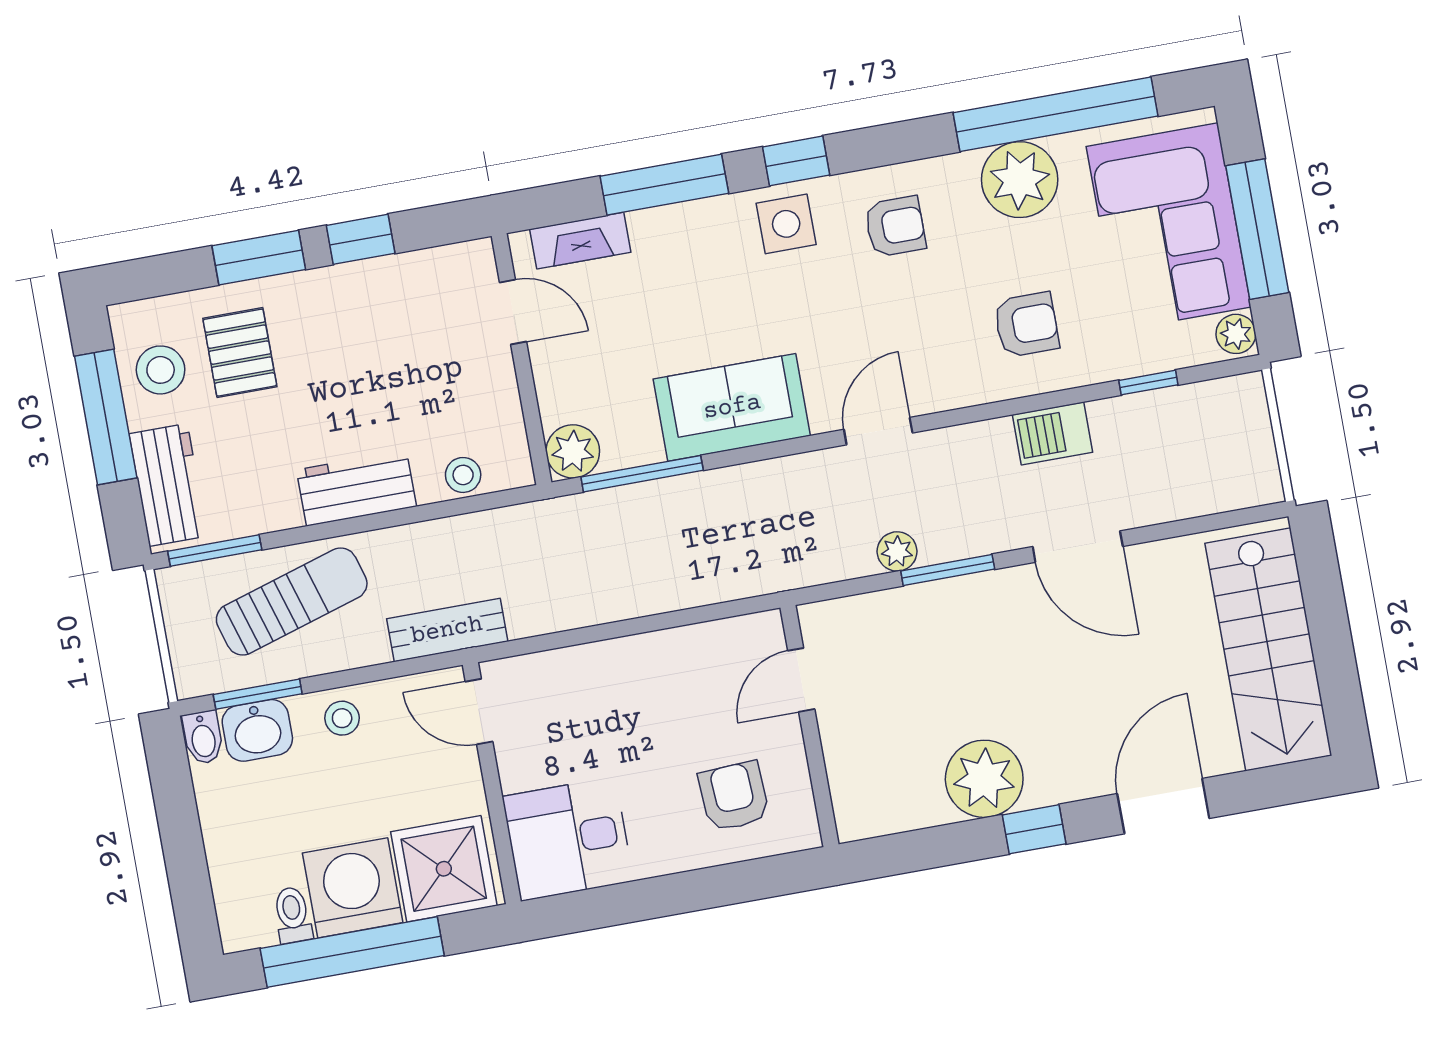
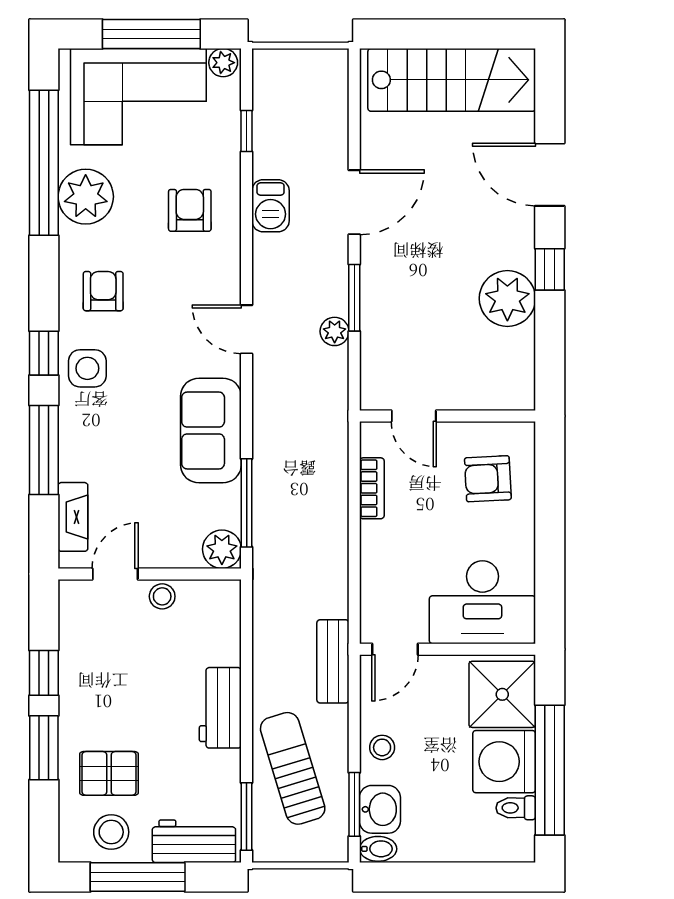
stool: (463, 475) -> (162, 596), moved
bookcase: (693, 641) -> (372, 488), added
desk: (568, 839) -> (482, 602), width x1.37

